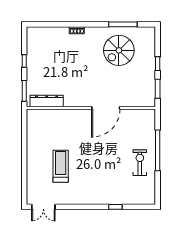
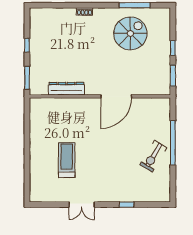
spiral stairs: (119, 50) -> (130, 33), turned 180
dresser: (47, 101) -> (66, 89), moved
exercise bike: (140, 163) -> (153, 156), turned -149
double door: (43, 207) -> (82, 205), moved

